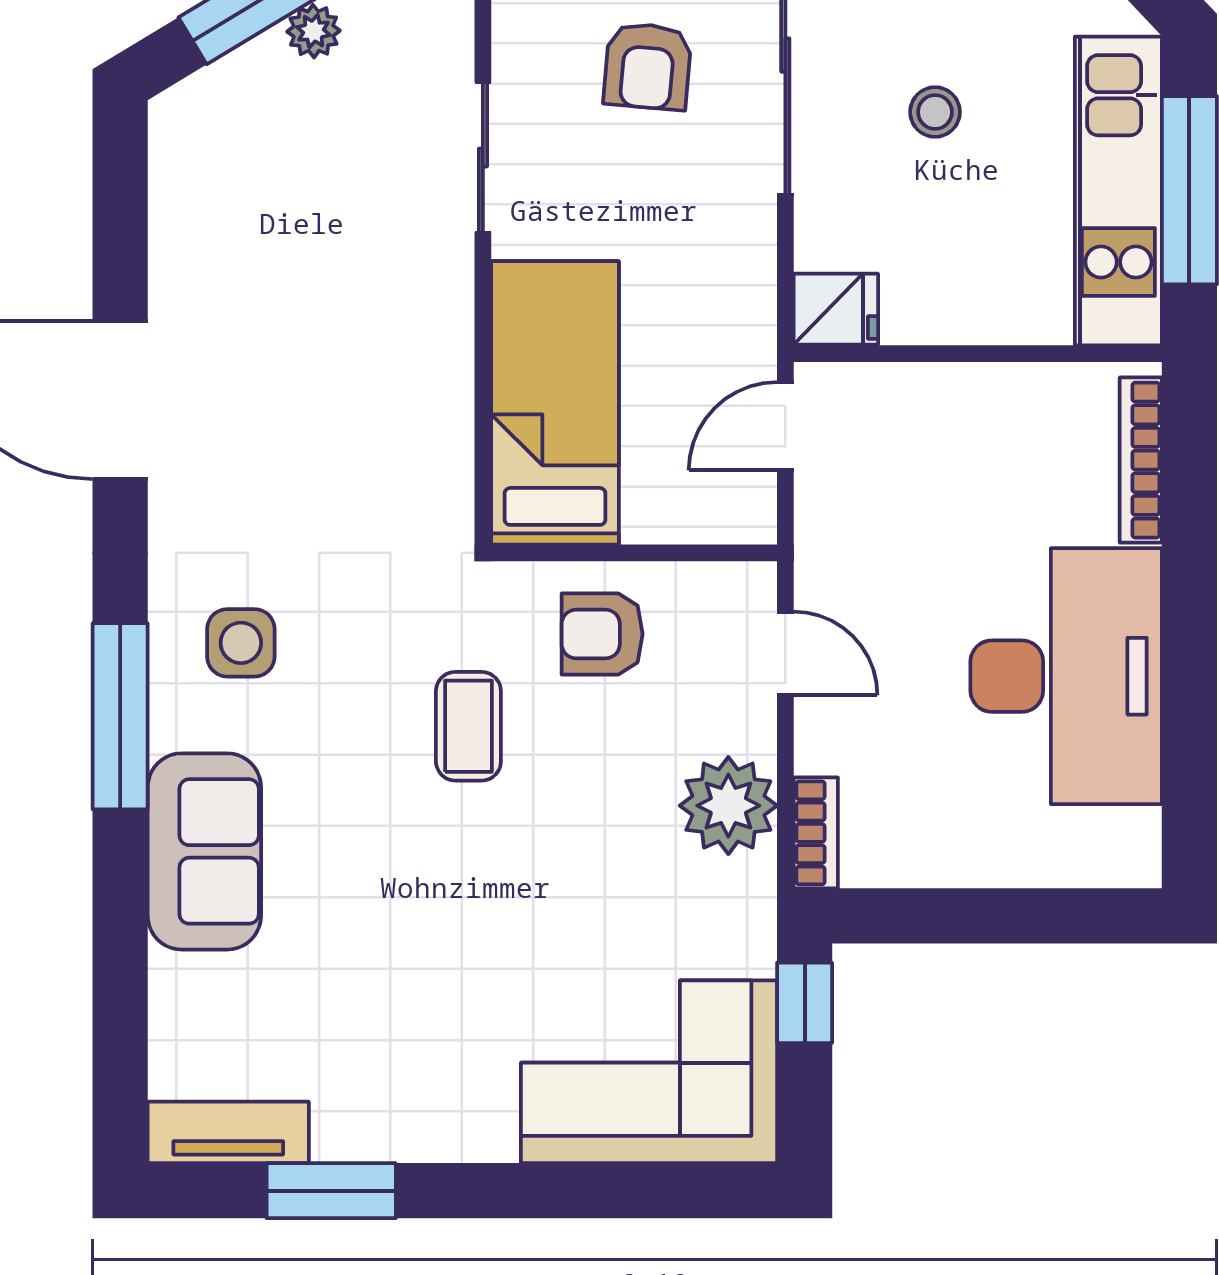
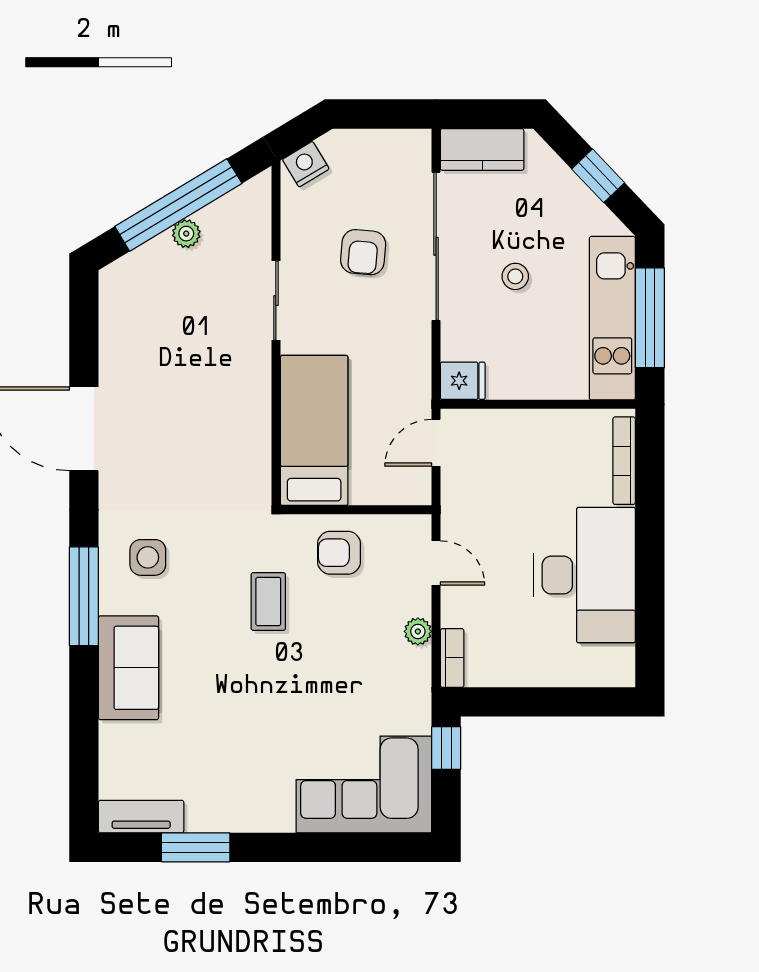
plant: (728, 806) -> (418, 631), width x0.53, depth x0.53

